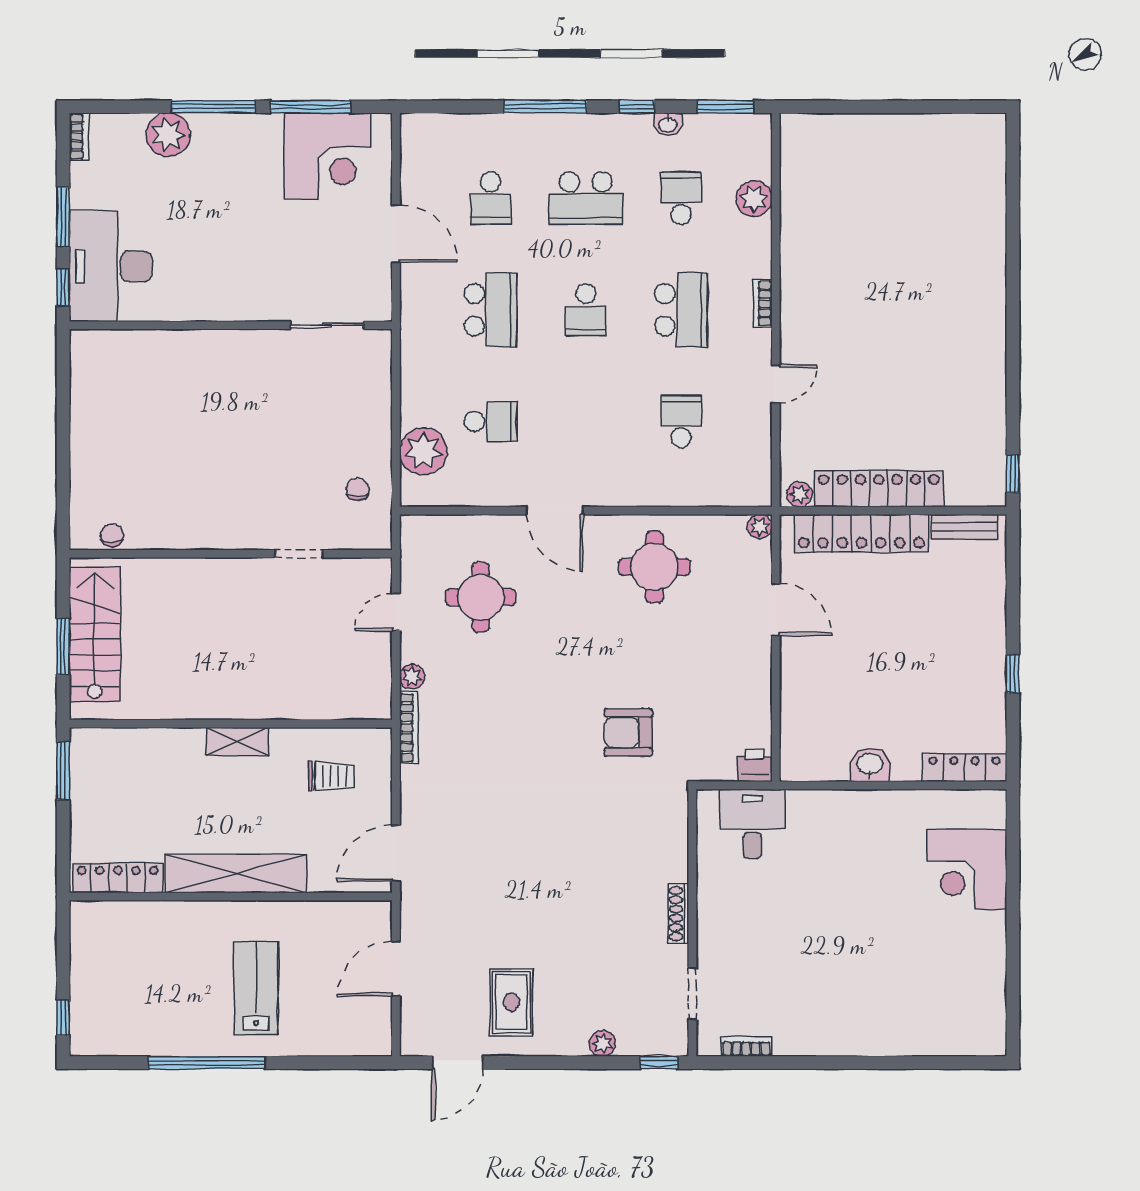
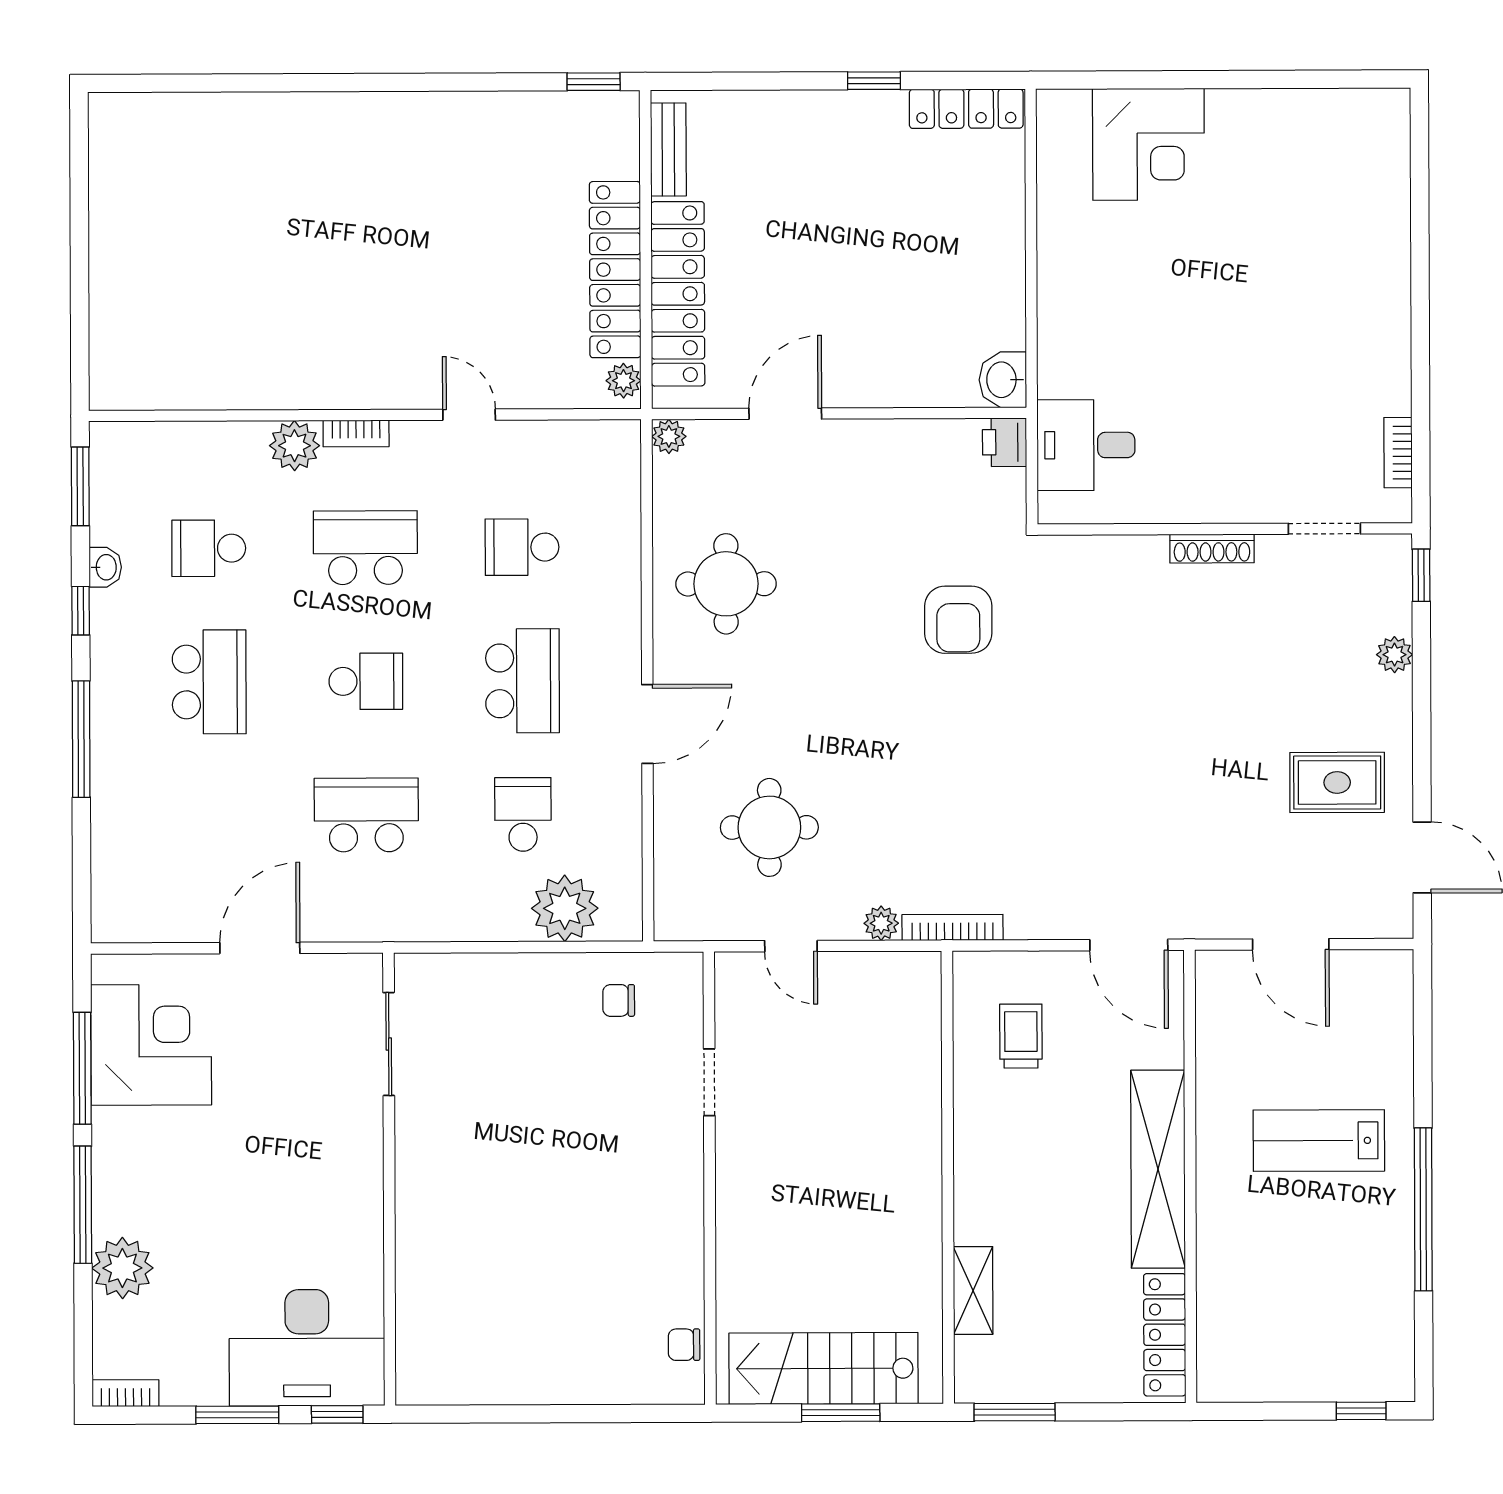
school desk: (491, 198) -> (522, 681), moved, width x1.85
plant: (754, 199) -> (294, 446), moved
shelving: (237, 741) -> (973, 1291), moved
washbasin: (870, 765) -> (1003, 380), moved
locker: (964, 768) -> (966, 109), moved, turned -90

